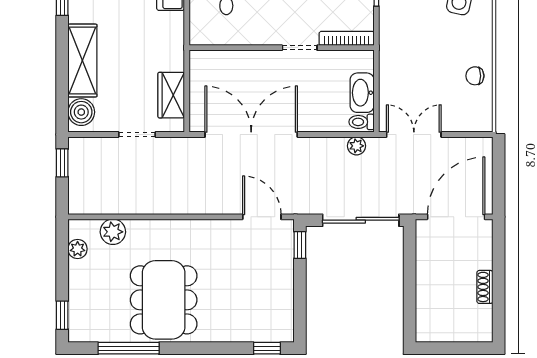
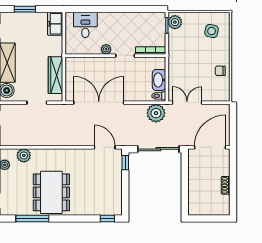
plant: (264, 36) -> (106, 49), added
wardrobe: (171, 95) -> (55, 75), width x1.50
plant: (356, 146) -> (156, 113), width x1.88, depth x1.88

